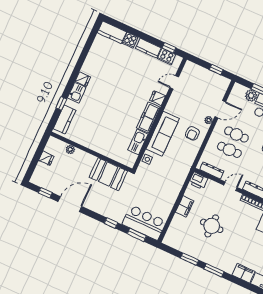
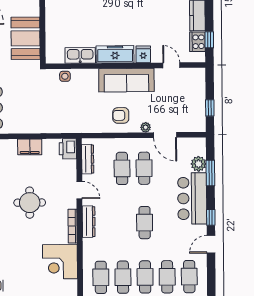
sofa: (163, 134) -> (126, 80), moved
round table: (212, 226) -> (30, 203), moved

